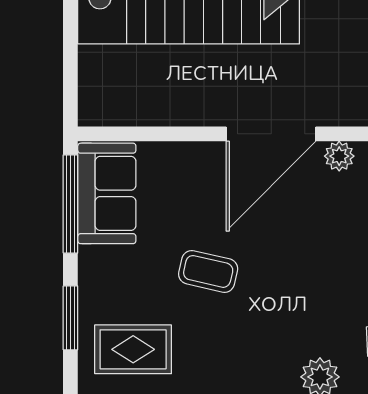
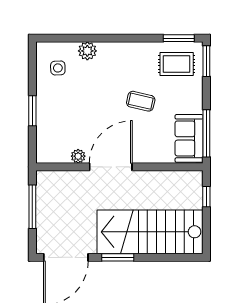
window: (70, 72) -> (206, 197), added
window: (70, 318) -> (206, 61), moved

